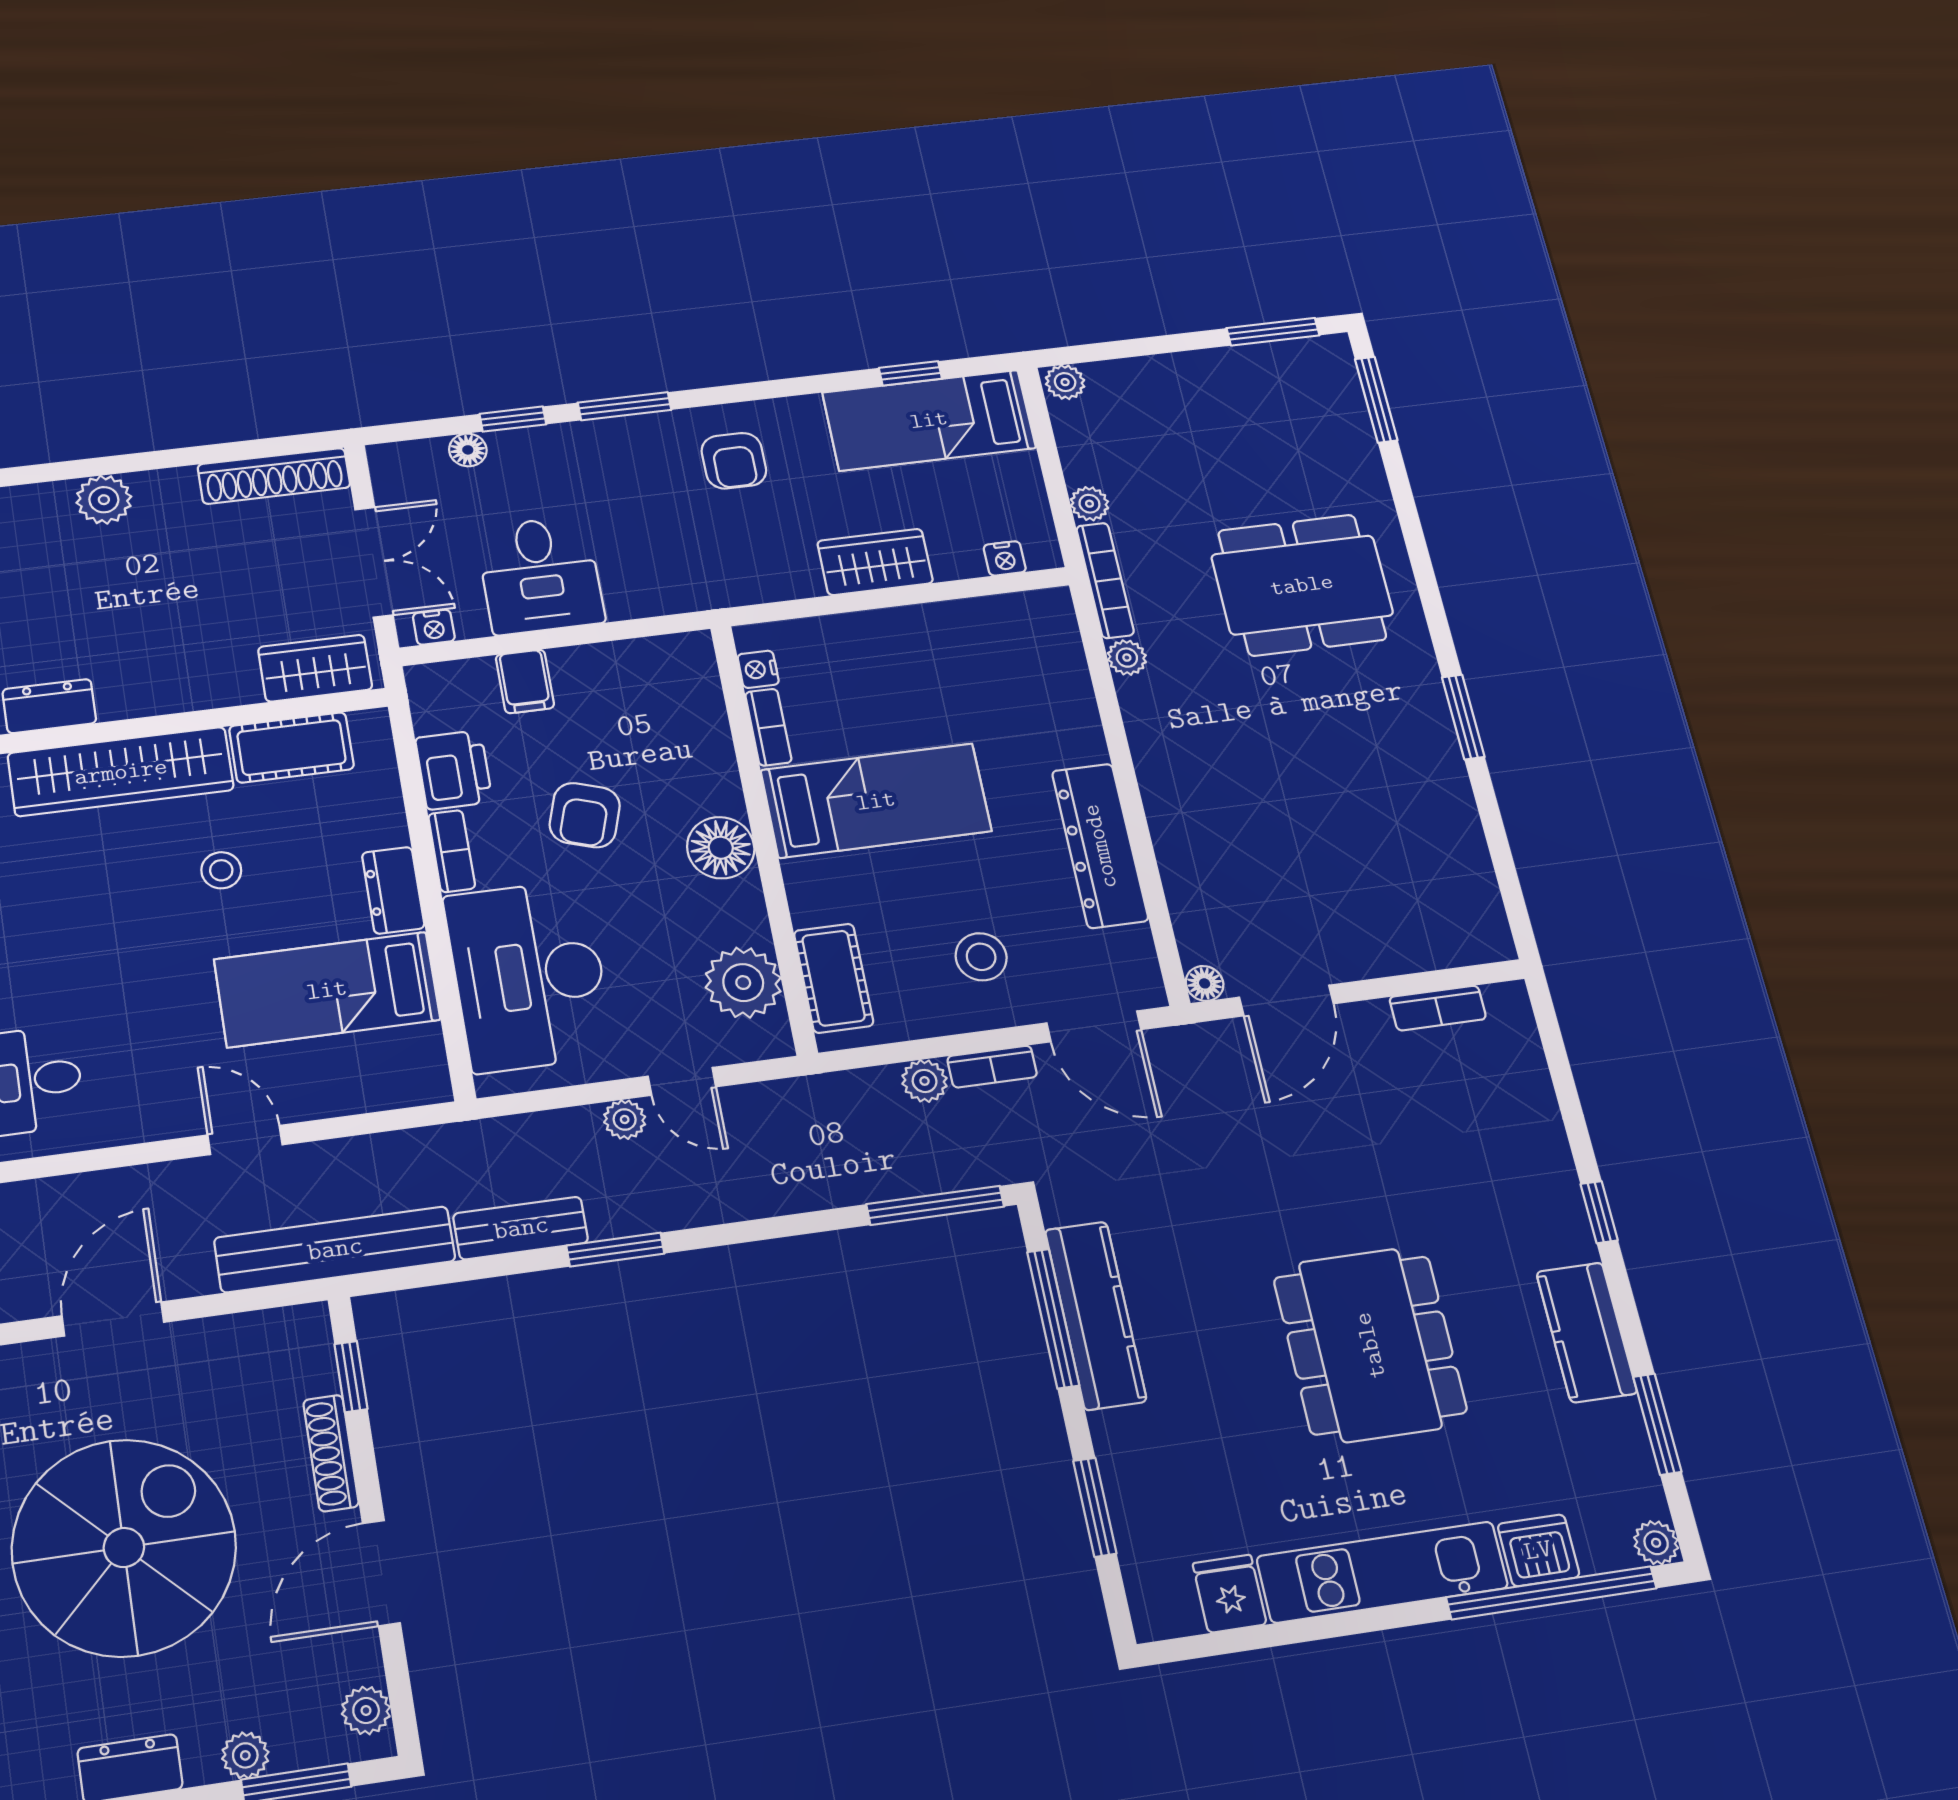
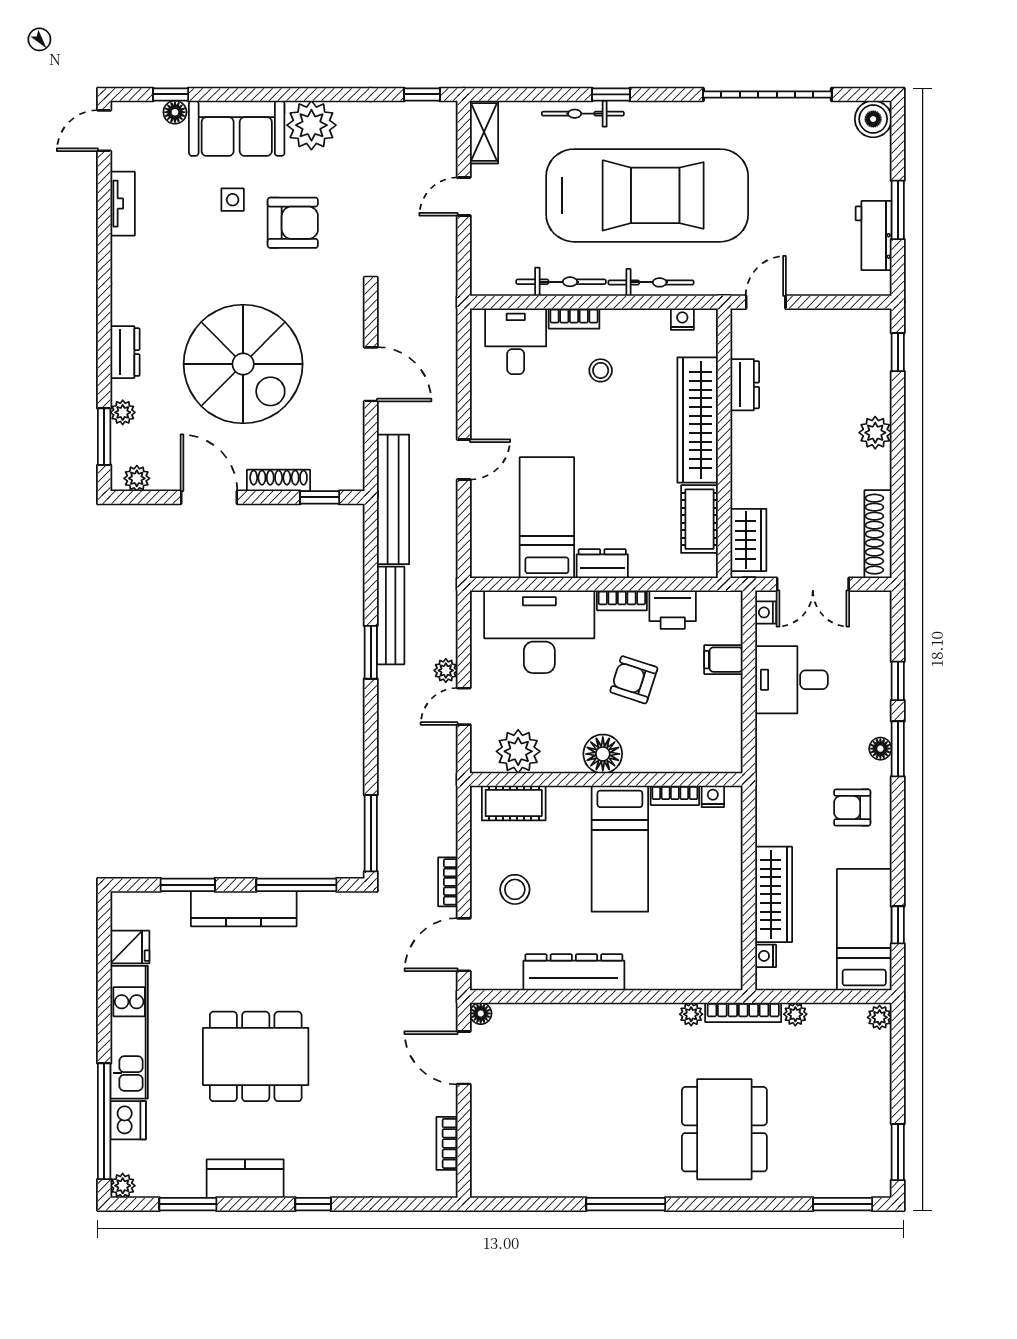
floor lamp: (468, 450) -> (880, 749), moved
wardrobe: (875, 562) -> (774, 894), width x1.50
window: (1463, 717) -> (626, 1204), width x1.44
stool: (221, 870) -> (601, 370), moved
plant: (925, 1081) -> (445, 842), removed
bench: (521, 1228) -> (391, 616), width x1.36
kitchen counter: (1096, 1315) -> (244, 909), moved

